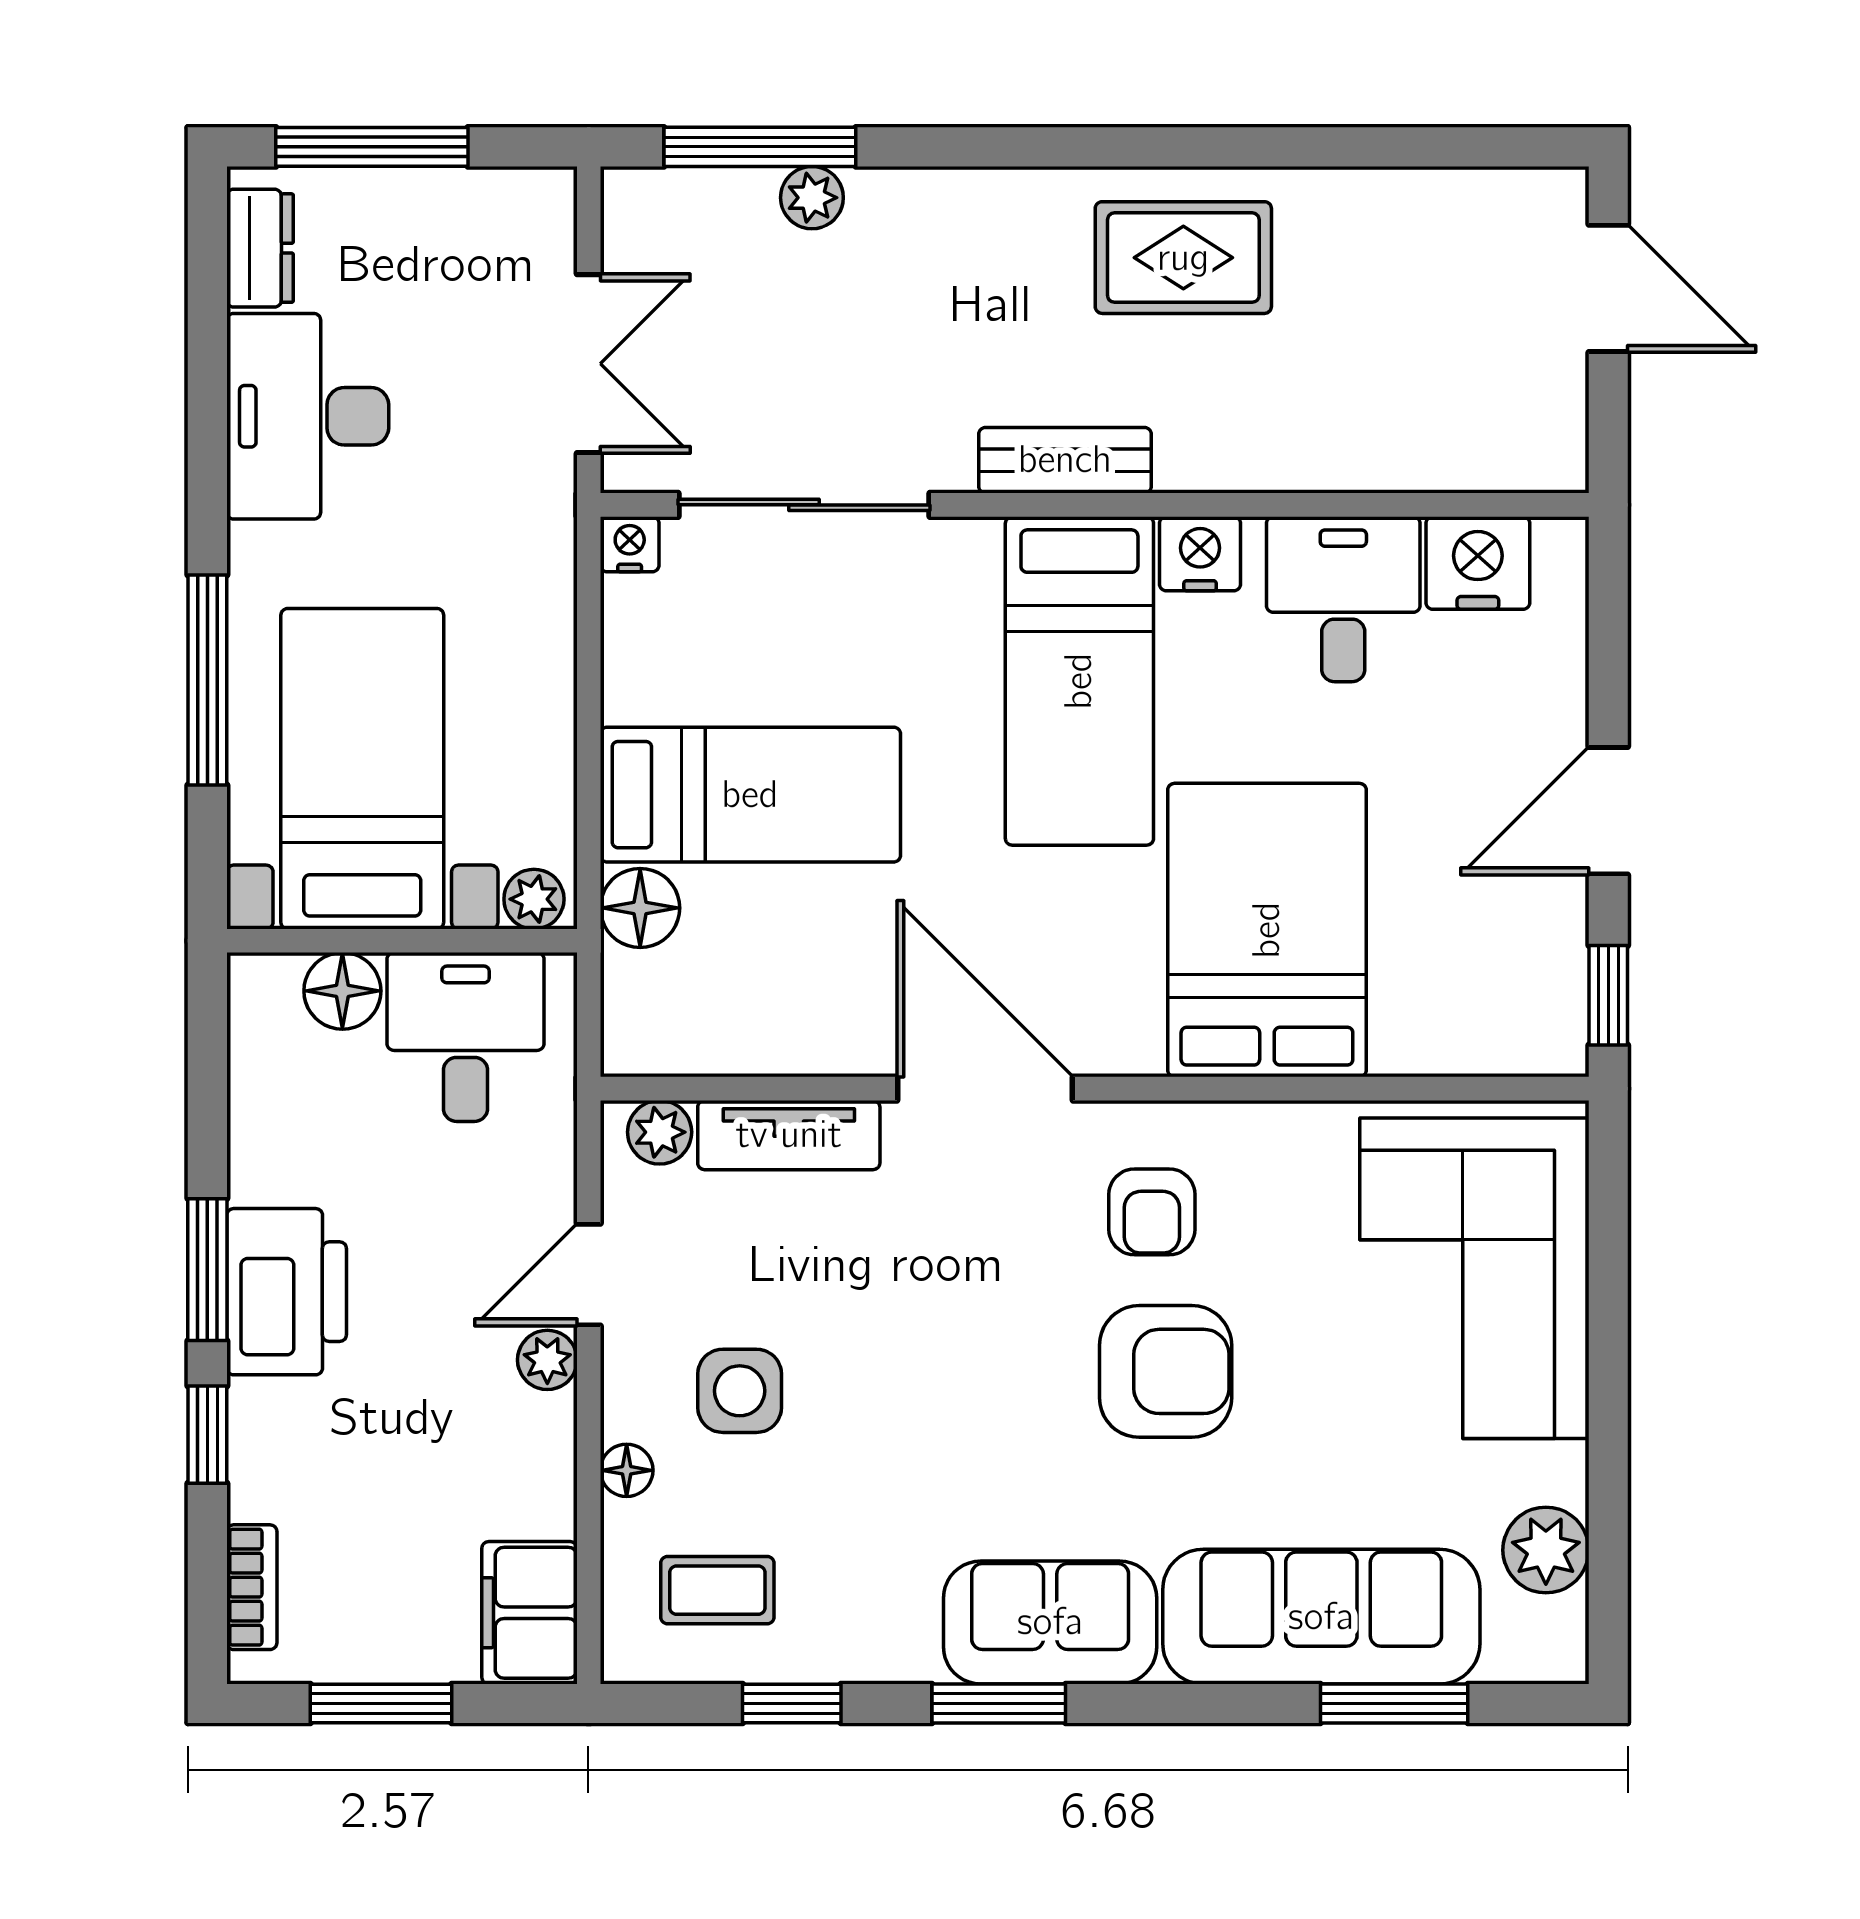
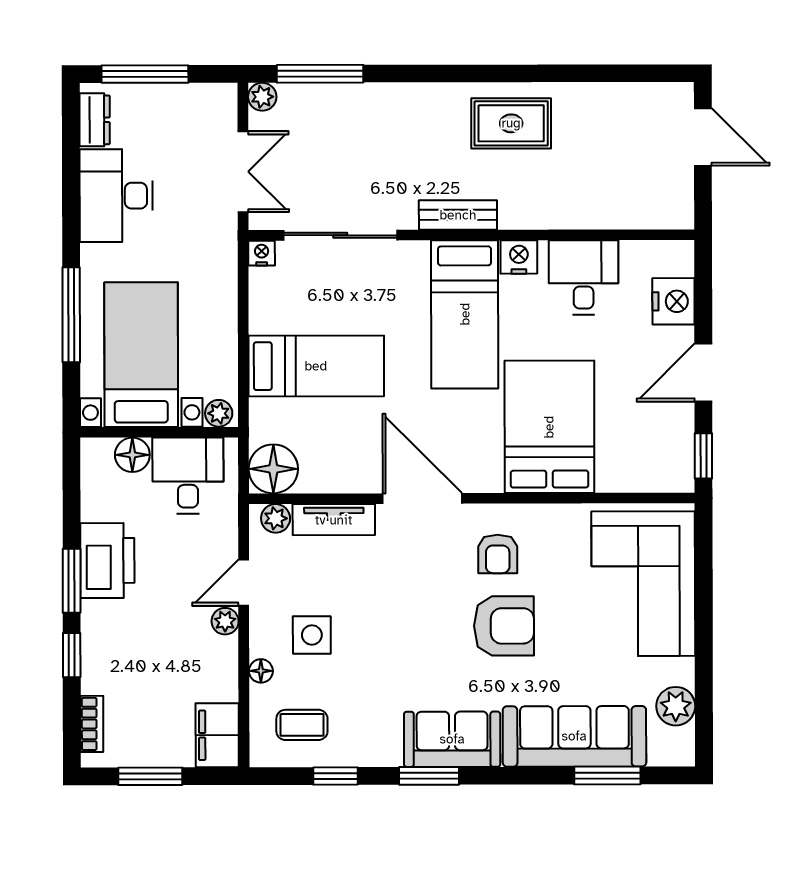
plant: (812, 198) -> (262, 97), moved
nightstand: (1478, 563) -> (673, 301), moved, turned 90
floor lamp: (640, 908) -> (273, 469), moved, width x1.38, depth x1.38
printer: (287, 1292) -> (107, 561), moved

